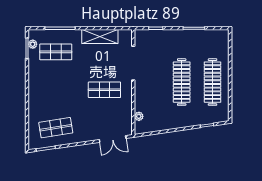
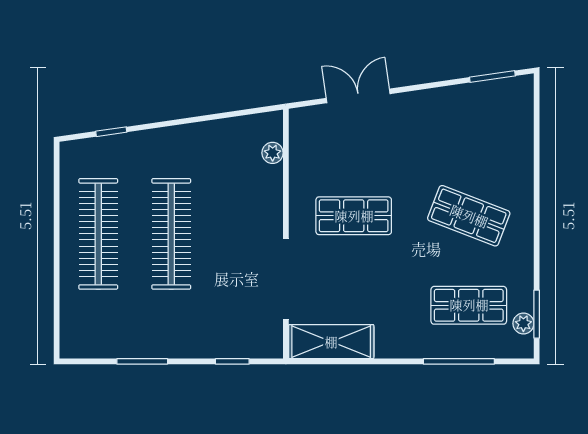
shelving: (100, 37) -> (331, 342), moved
shop shelf: (56, 128) -> (469, 216), moved, turned 30
double door: (113, 139) -> (358, 96), moved

